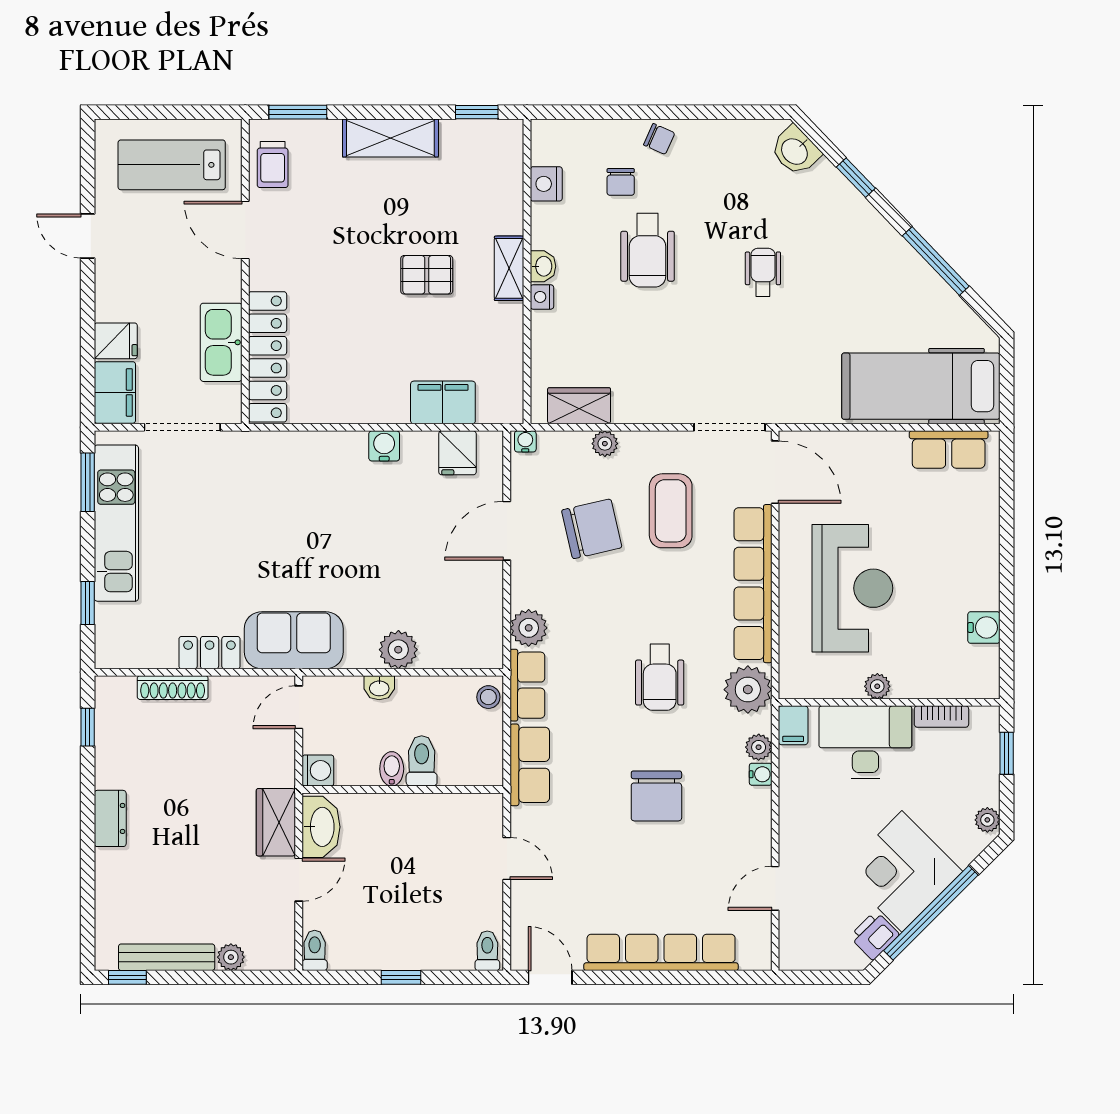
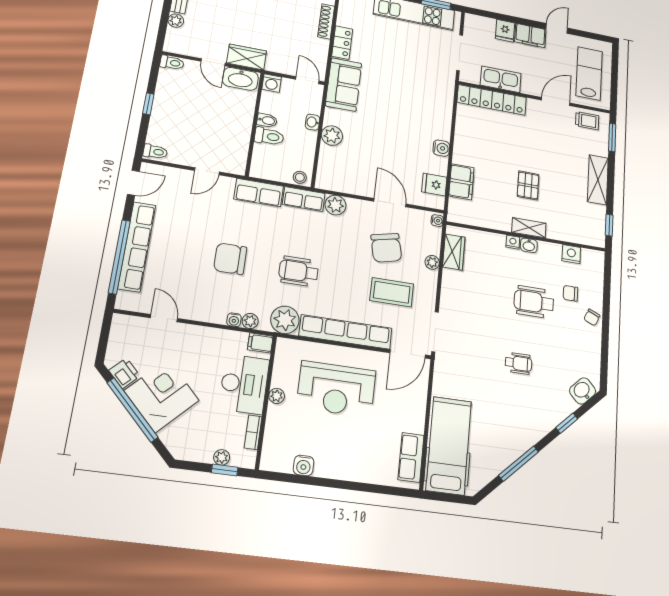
trolley: (273, 165) -> (587, 121), turned 180
filing cabinet: (115, 392) -> (530, 35), moved
plant: (987, 820) -> (222, 457), moved
window: (683, 977) -> (119, 257), added

